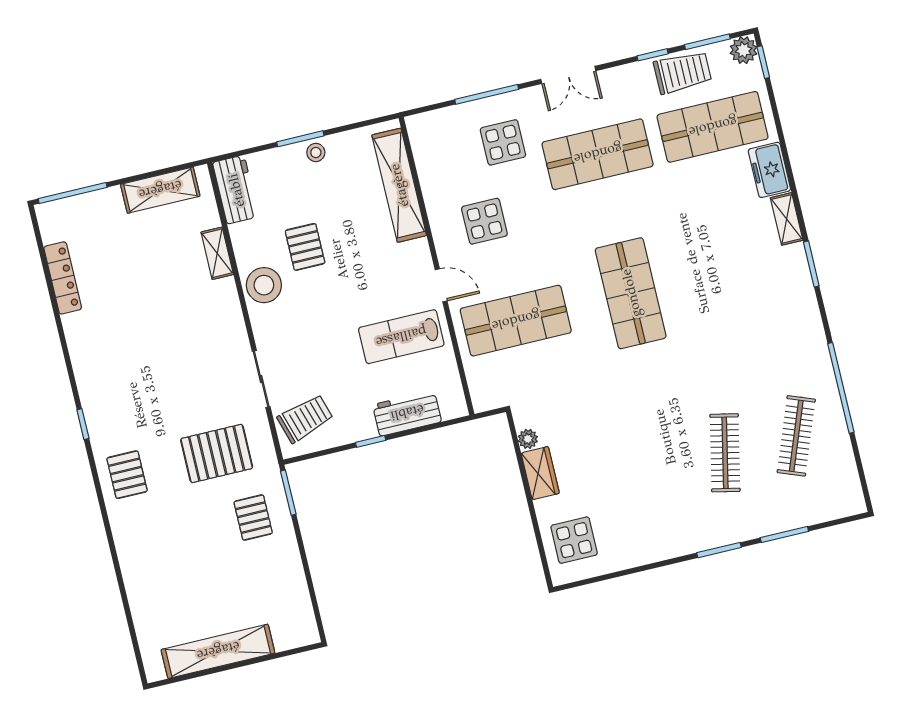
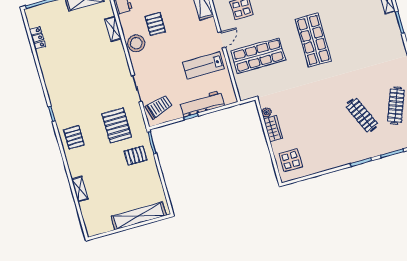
locker: (63, 278) -> (38, 38), width x0.66
door: (441, 285) -> (222, 40), hinge flipped
workbench: (407, 413) -> (202, 104), width x1.38
pallet: (217, 453) -> (117, 125), turned 90
clothes rail: (725, 453) -> (362, 115), turned -36
pallet: (253, 518) -> (136, 156), turned 90
shelving: (135, 582) -> (80, 189), added
shelving: (218, 651) -> (139, 216), moved

